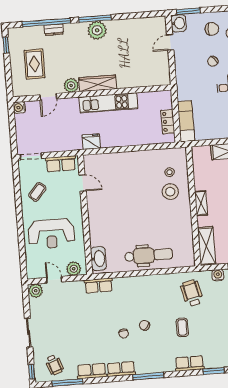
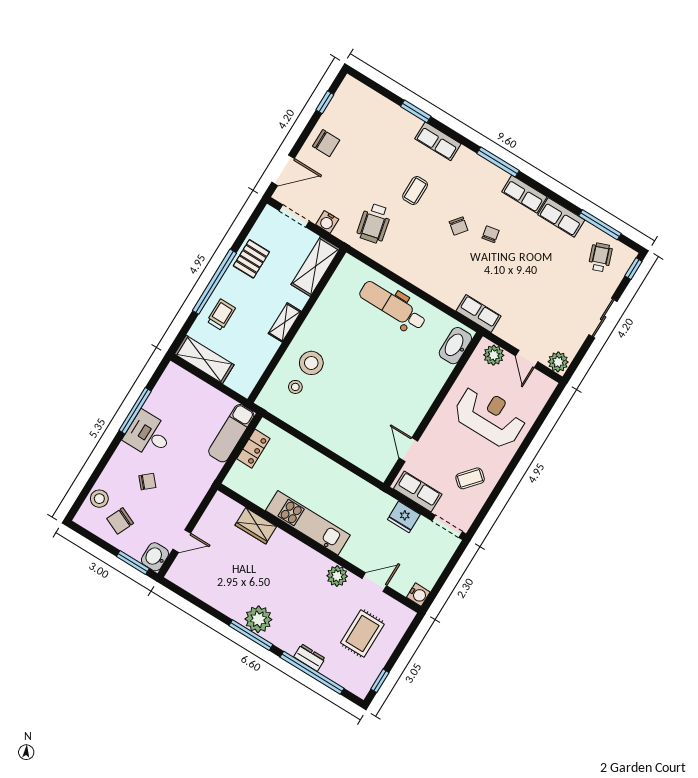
chair: (212, 29) -> (120, 521), turned -66
wardrobe: (98, 83) -> (256, 526), moved, width x0.67
fridge: (91, 142) -> (404, 517), moved

